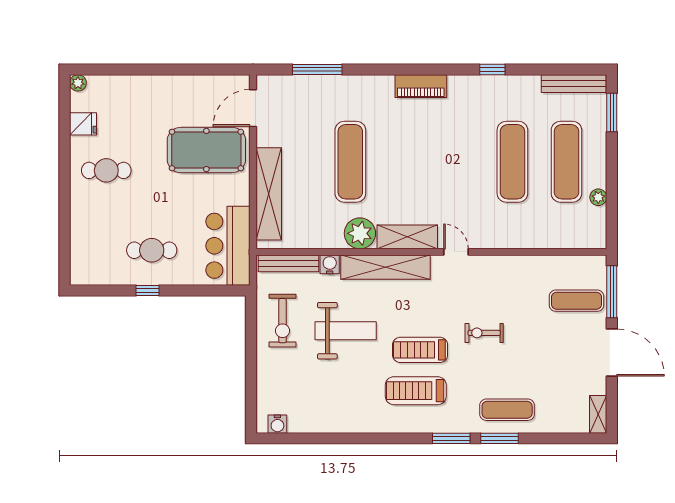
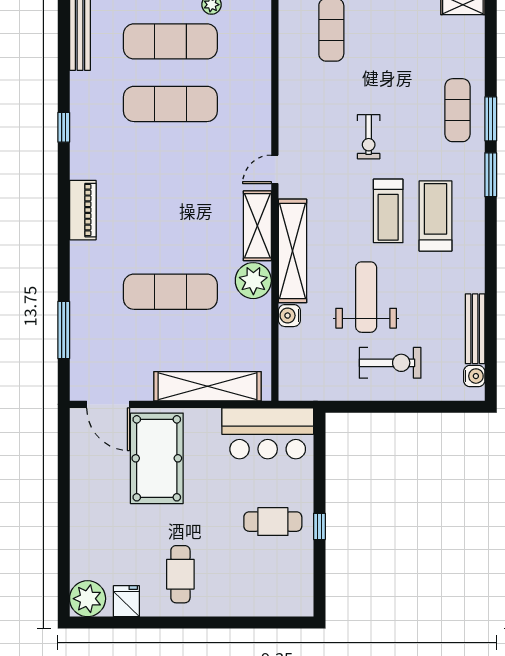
plant: (78, 83) -> (88, 599), width x1.88, depth x1.88
cafe table: (152, 250) -> (273, 522), turned 90
bench: (289, 263) -> (475, 329), moved
exercise bike: (283, 321) -> (390, 363), moved
treadmill: (416, 391) -> (435, 216), turned 180

